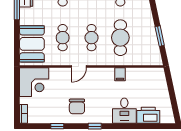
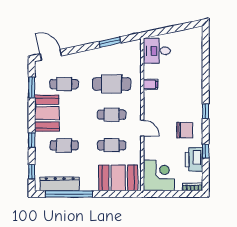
desk: (124, 111) -> (157, 51), moved, turned 180
printer: (148, 115) -> (194, 159), moved

